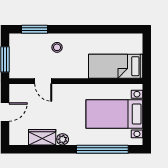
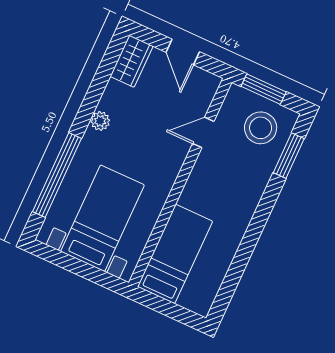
stool: (57, 47) -> (261, 128), moved, width x1.89, depth x1.89
wardrobe: (42, 137) -> (132, 61), moved

